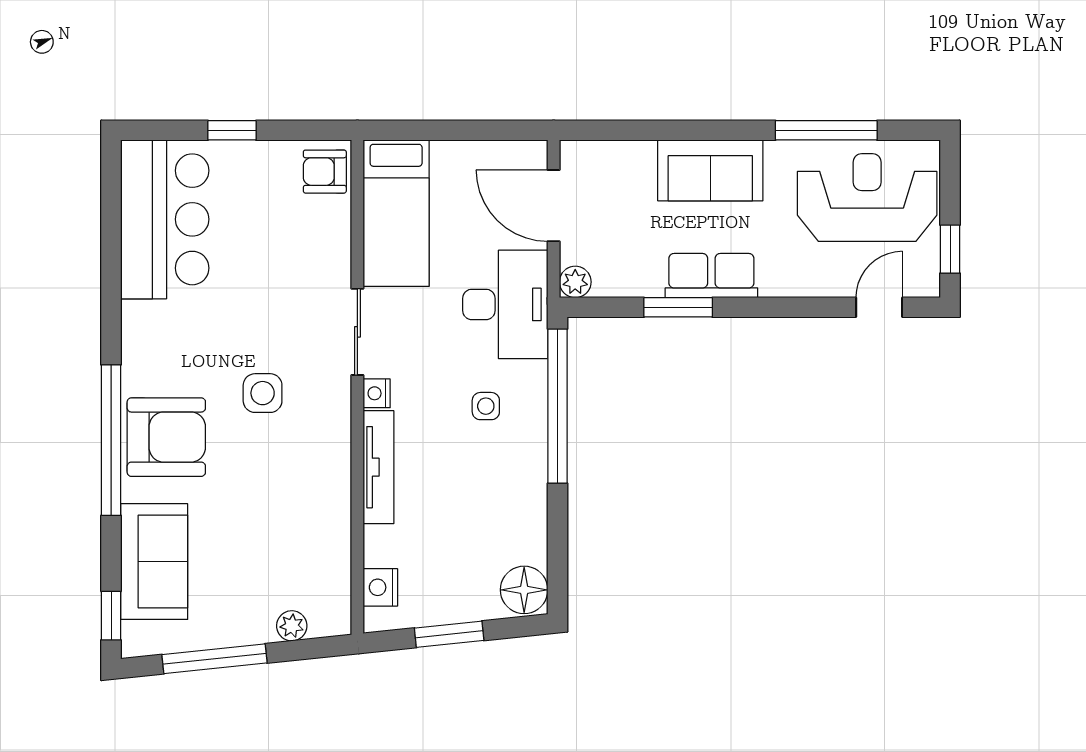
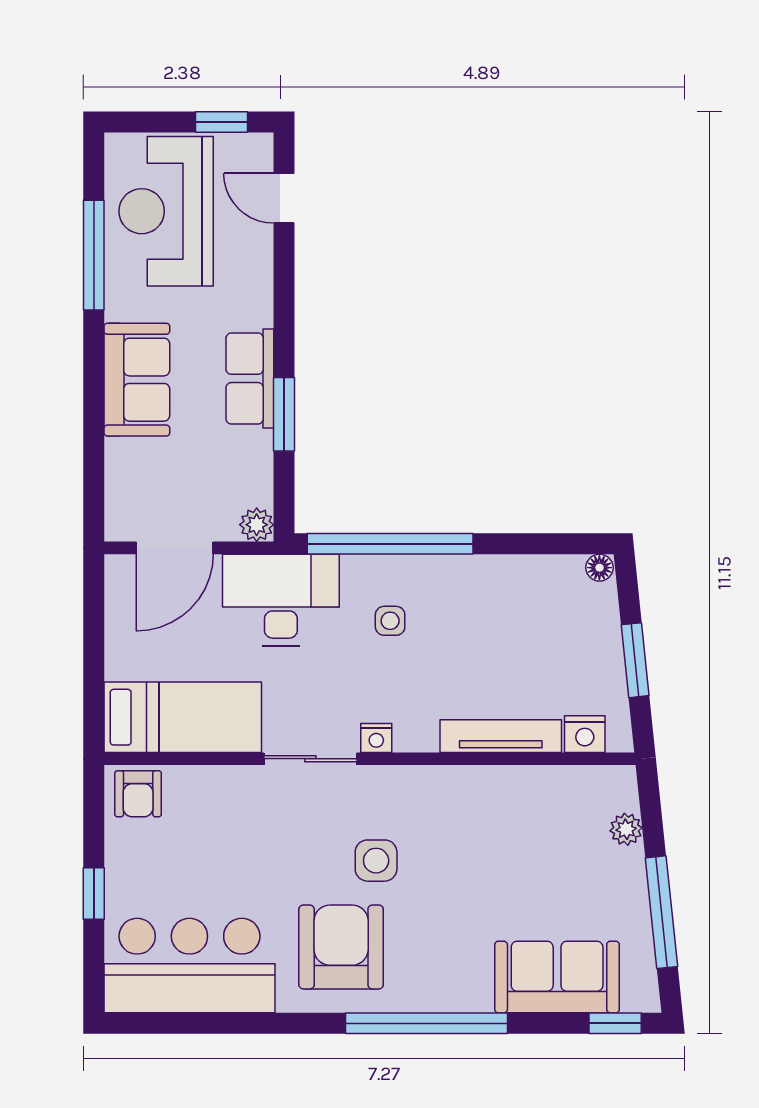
armchair: (166, 437) -> (341, 947), moved
tv unit: (378, 467) -> (501, 736), moved
floor lamp: (524, 590) -> (599, 568), width x0.53, depth x0.53

